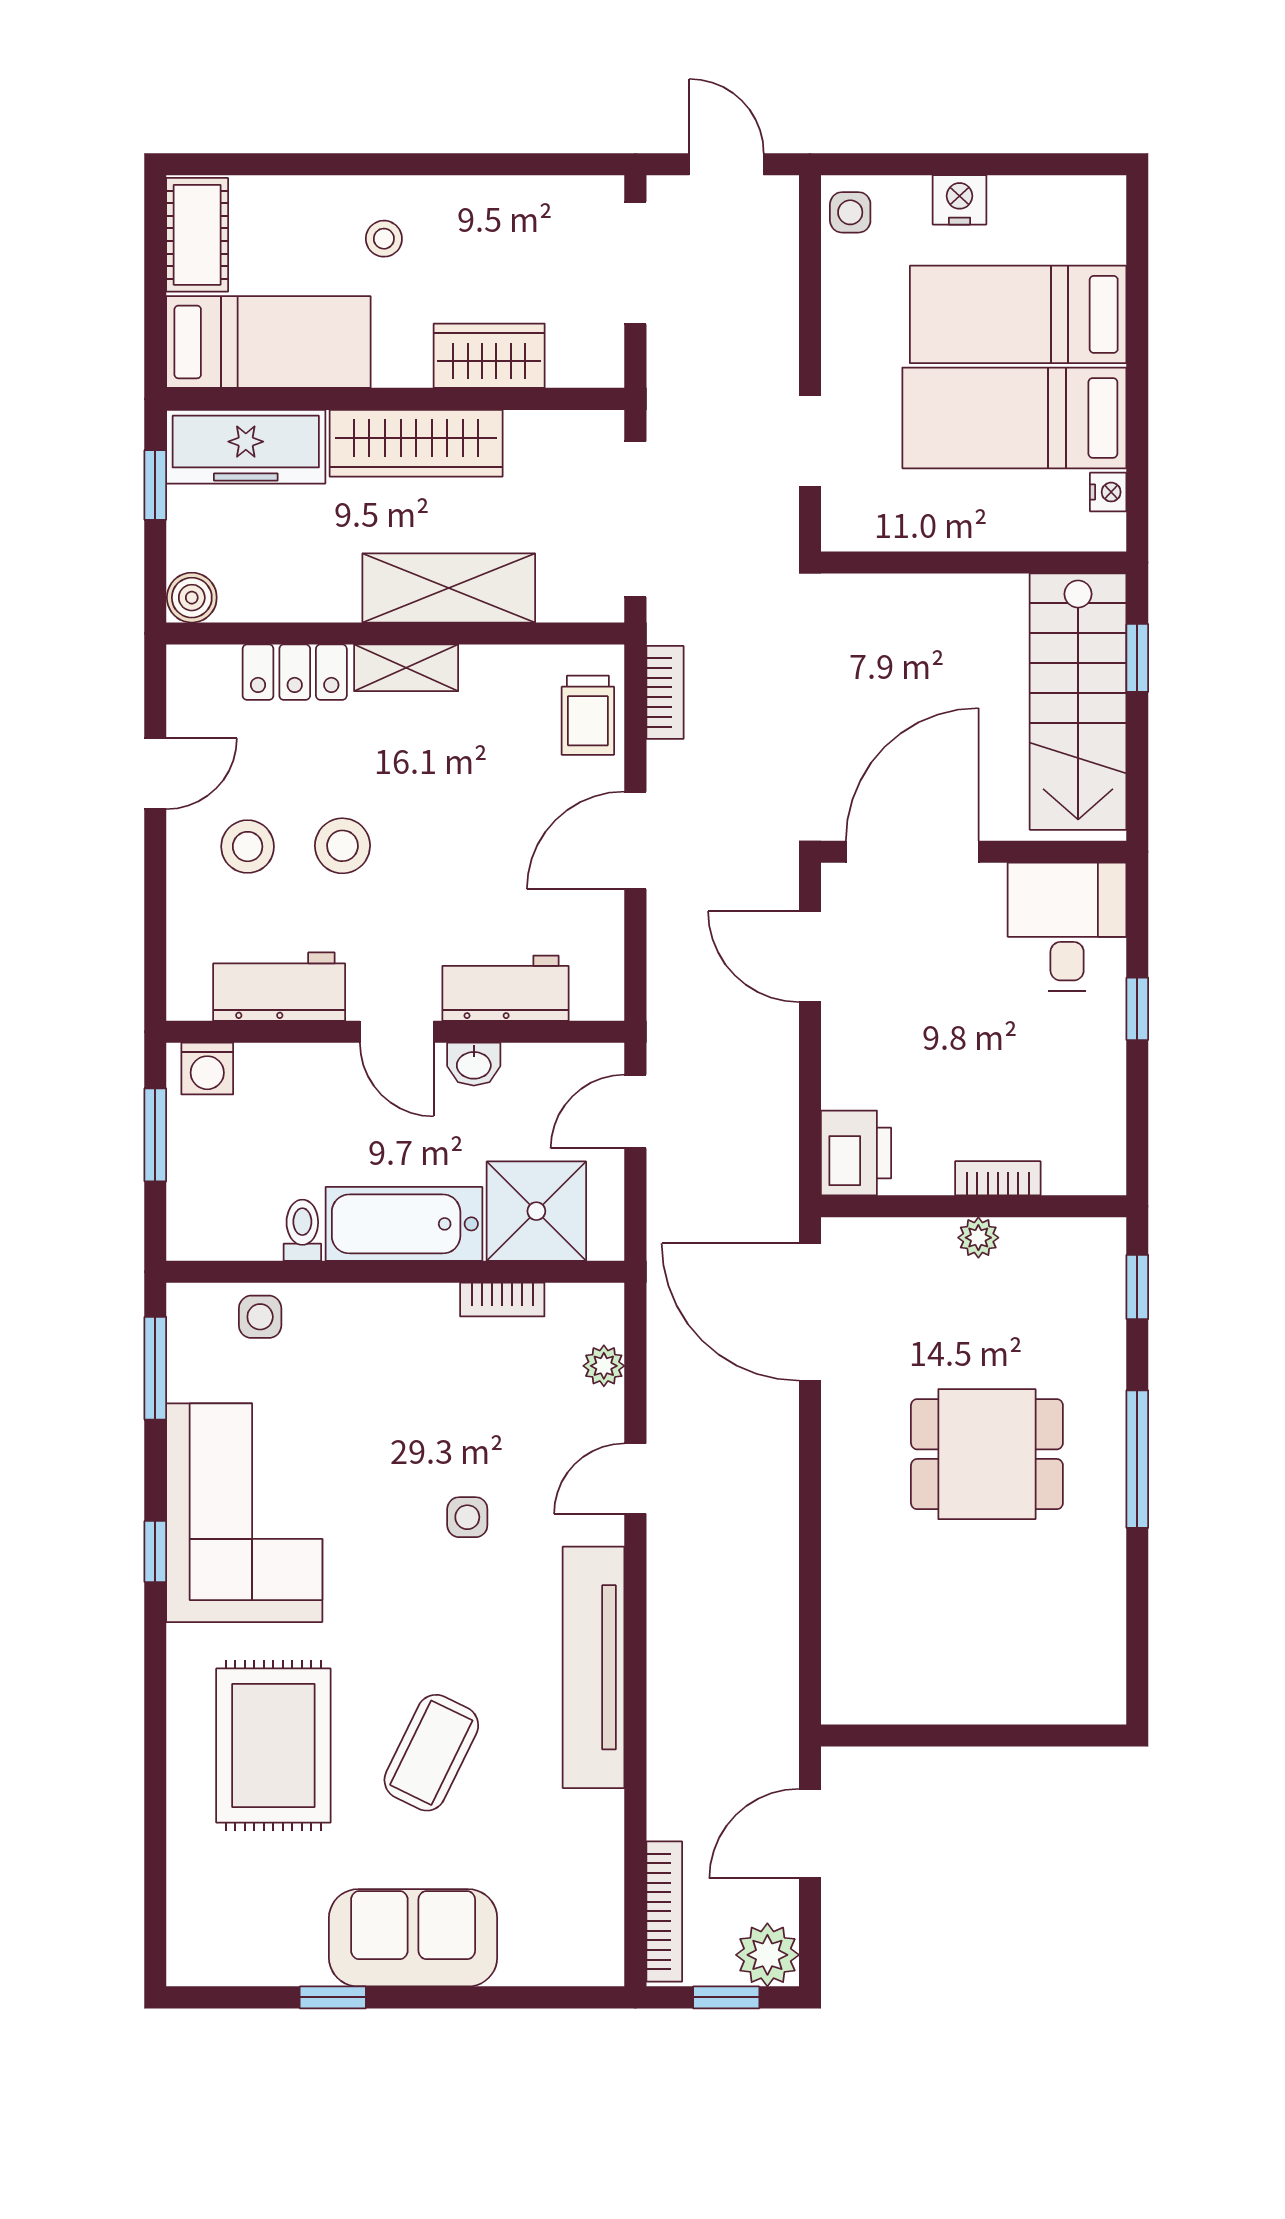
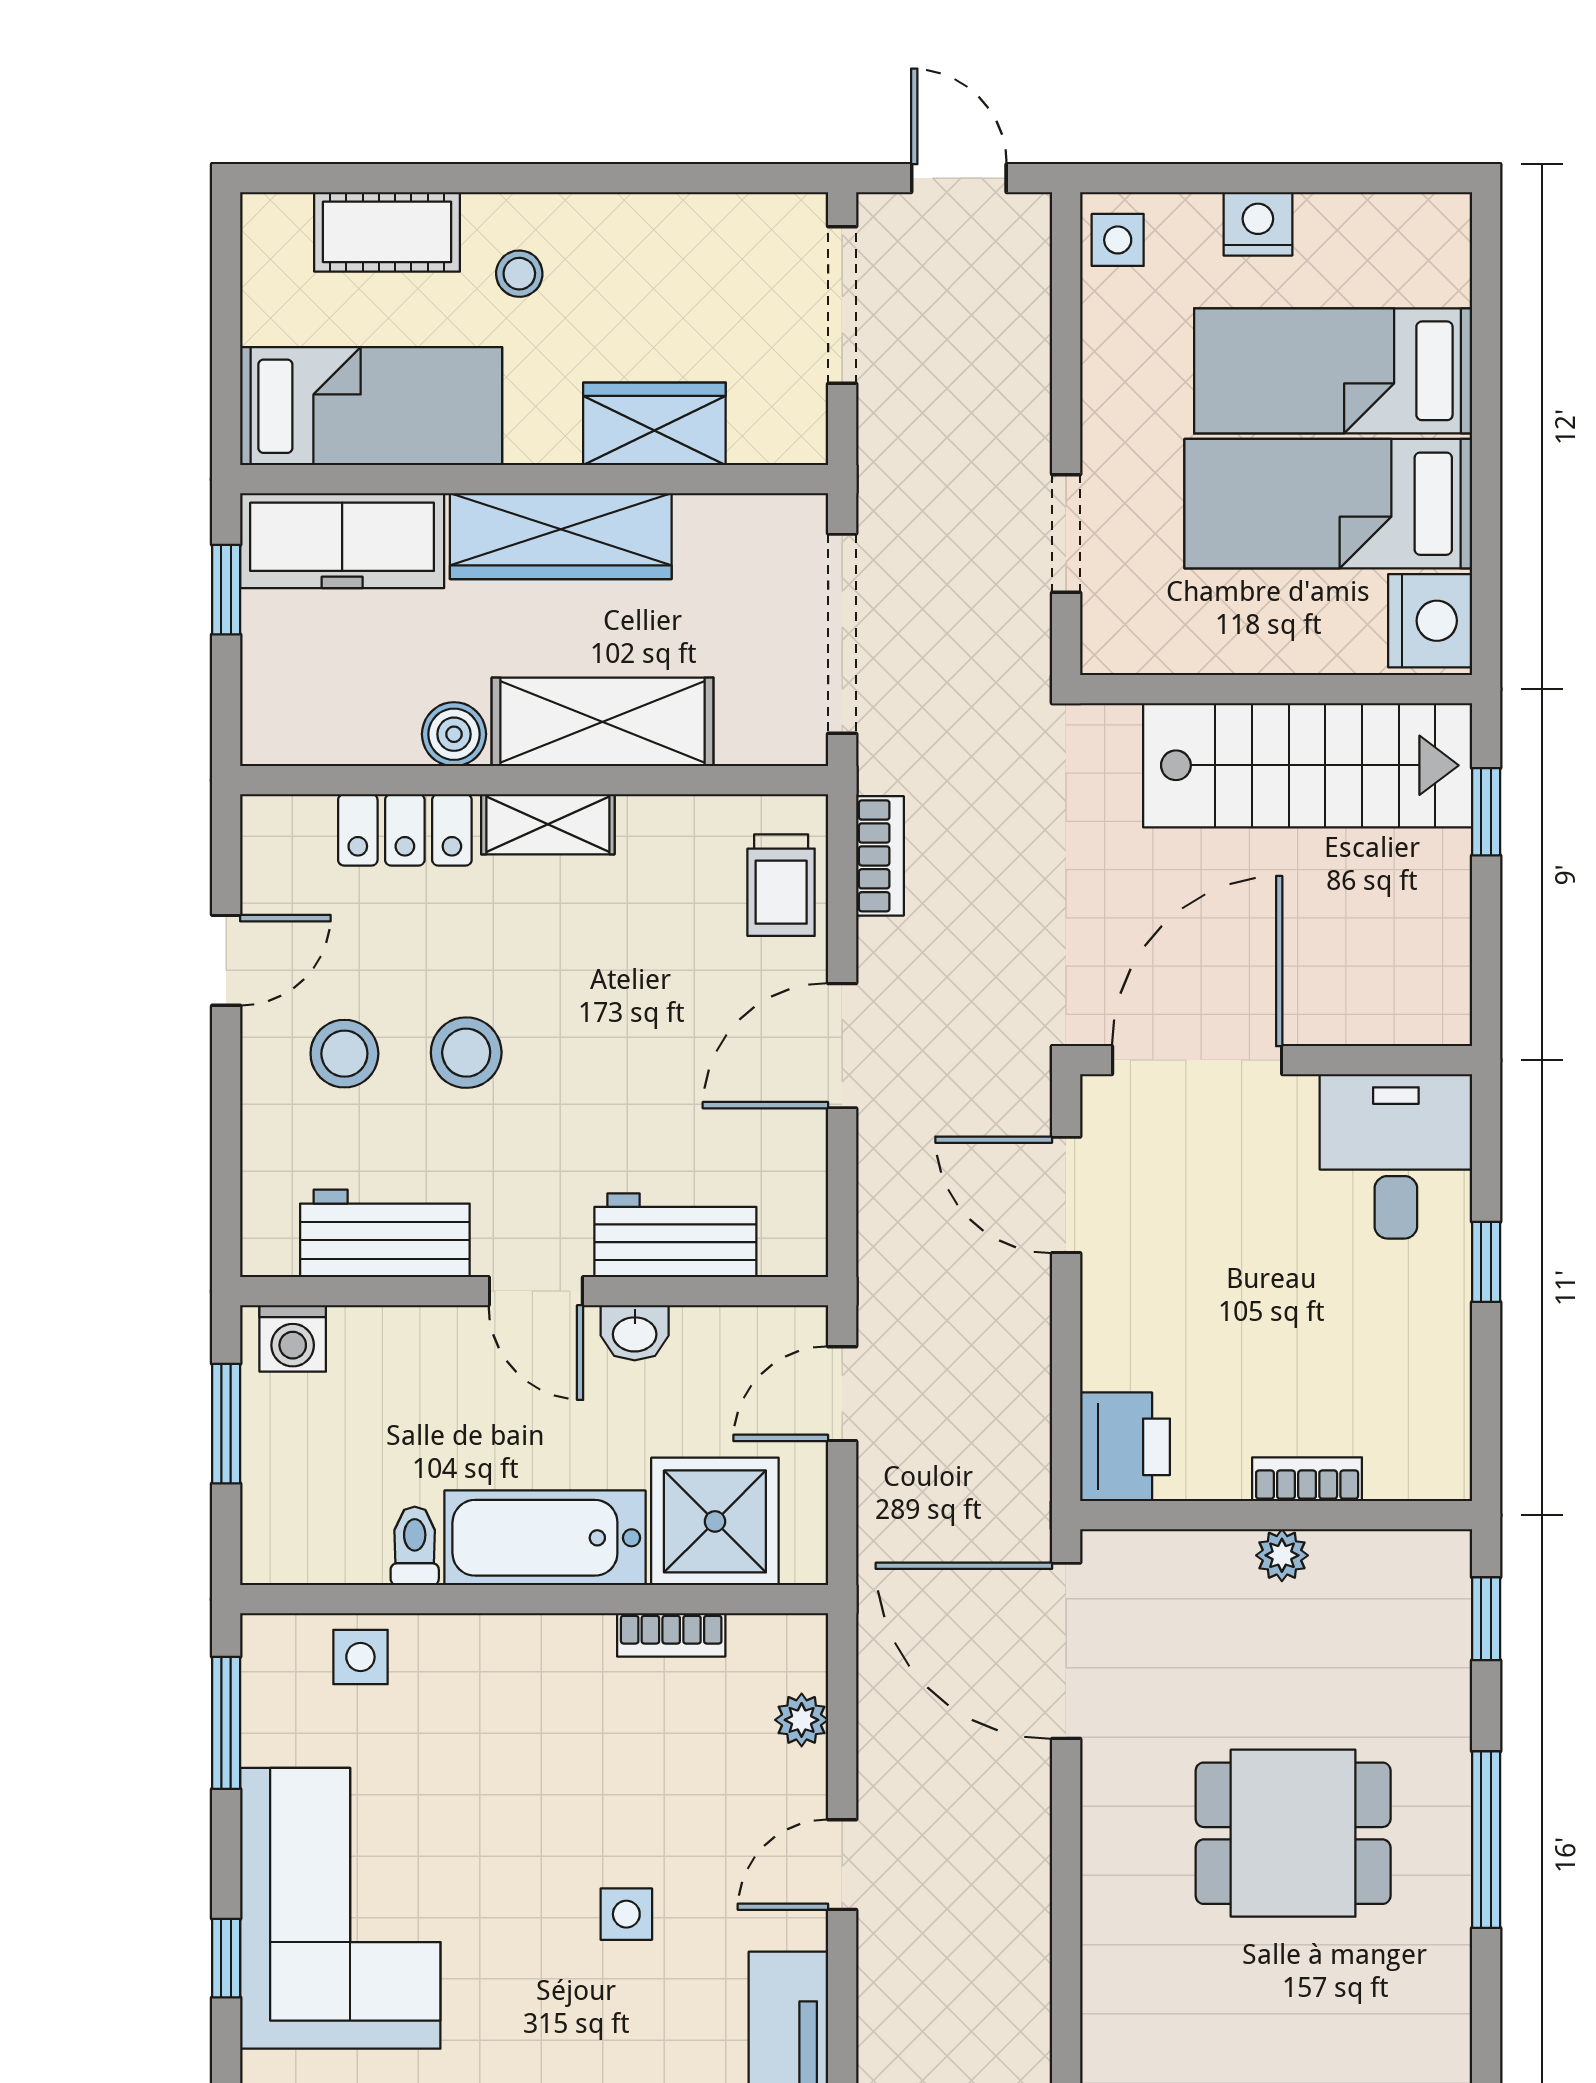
cot: (197, 235) -> (387, 232), moved, turned 90
nightstand: (1108, 492) -> (1430, 621), width x1.89, depth x1.79
boiler: (192, 598) -> (454, 734), moved
stairs: (1078, 702) -> (1308, 765), moved, turned -90

